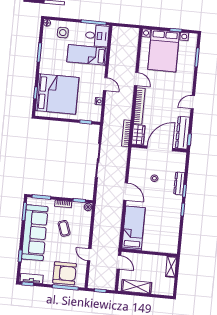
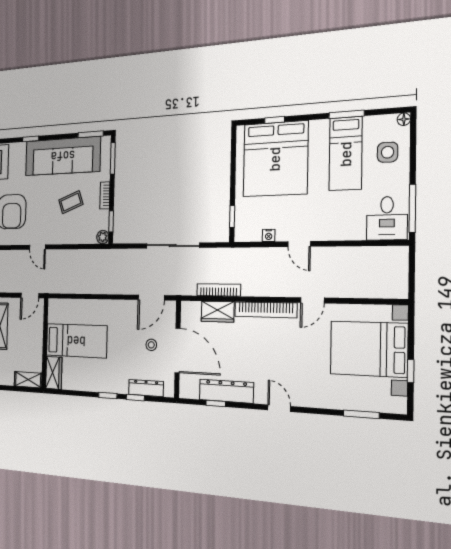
bed: (87, 55) -> (346, 154), moved, turned 180
door: (105, 84) -> (299, 244), hinge flipped
wall: (159, 148) -> (178, 349), moved
door: (160, 148) -> (178, 350), moved
door: (126, 192) -> (151, 298), moved
bed: (133, 228) -> (76, 341), moved
wardrobe: (168, 247) -> (54, 373), added
door: (89, 255) -> (37, 247), swing flipped

